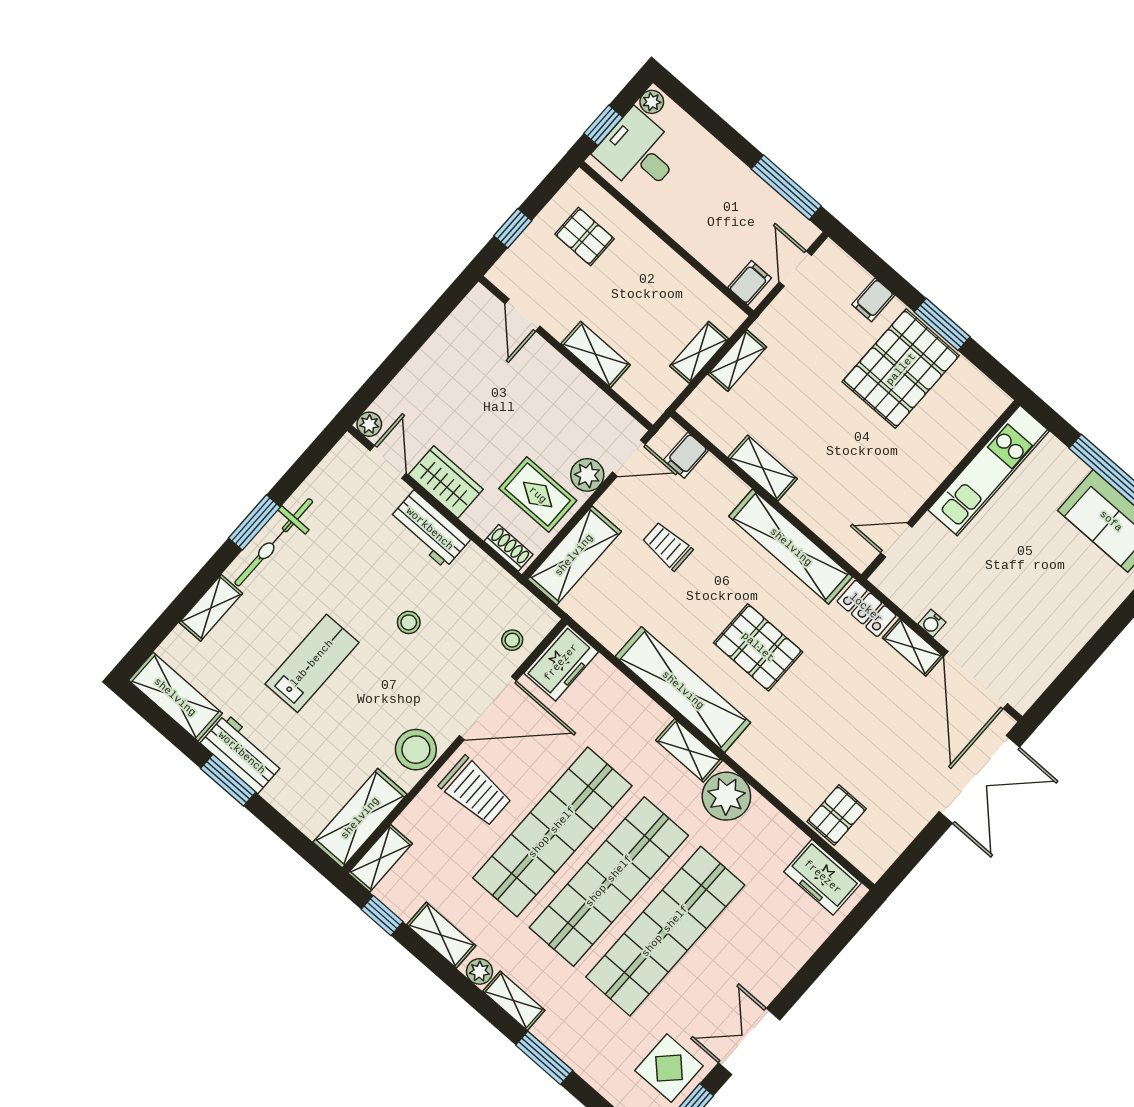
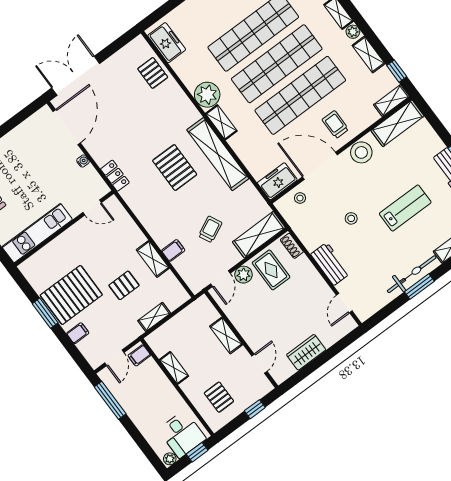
shelving: (699, 352) -> (174, 368), moved, turned 90
pallet: (806, 407) -> (124, 285), added
plant: (369, 424) -> (350, 324), removed
filing cabinet: (686, 455) -> (173, 250), moved
door: (629, 458) -> (220, 279), swing flipped
wardrobe: (446, 482) -> (306, 352), moved, turned 90
trolley: (667, 546) -> (210, 229), turned -116
shelving: (791, 547) -> (147, 216), removed
shelving: (913, 647) -> (95, 151), removed
lab bench: (312, 663) -> (405, 208), turned 180
trolley: (476, 791) -> (335, 125), width x0.73, depth x0.72
pallet: (837, 815) -> (153, 73), turned 90

